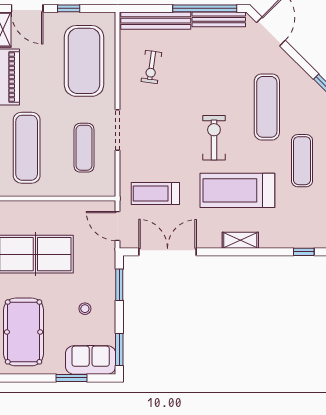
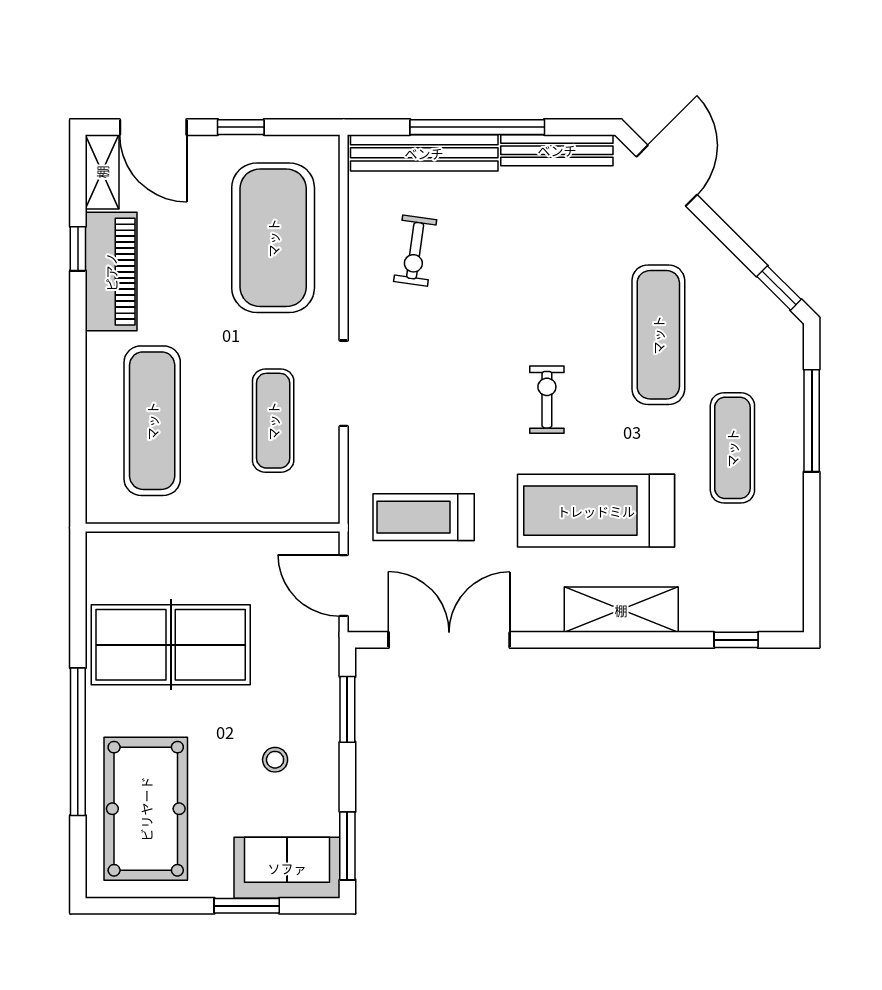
window: (205, 8) -> (477, 127), moved
exercise bike: (214, 138) -> (547, 400), width x0.73, depth x0.72
shelving: (240, 240) -> (621, 610), width x1.50, depth x1.33

